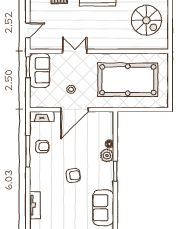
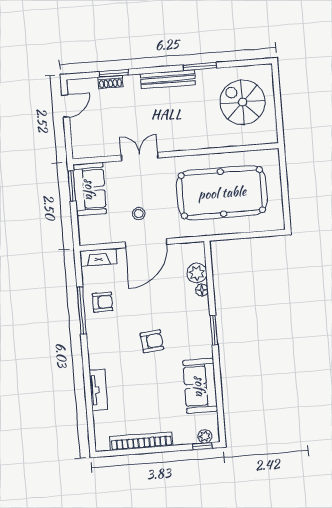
spiral stairs: (146, 20) -> (242, 102), turned 180
door: (28, 30) -> (66, 106), moved
plant: (107, 156) -> (197, 273), moved

